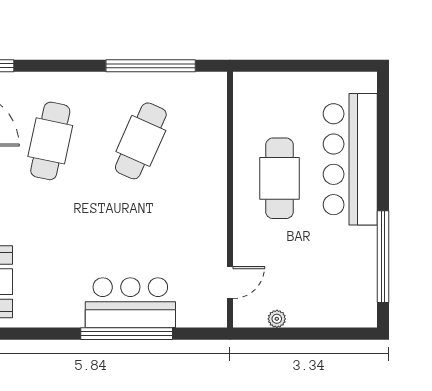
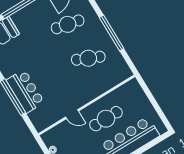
window: (151, 66) -> (112, 33), moved
door: (230, 283) -> (72, 114), moved

